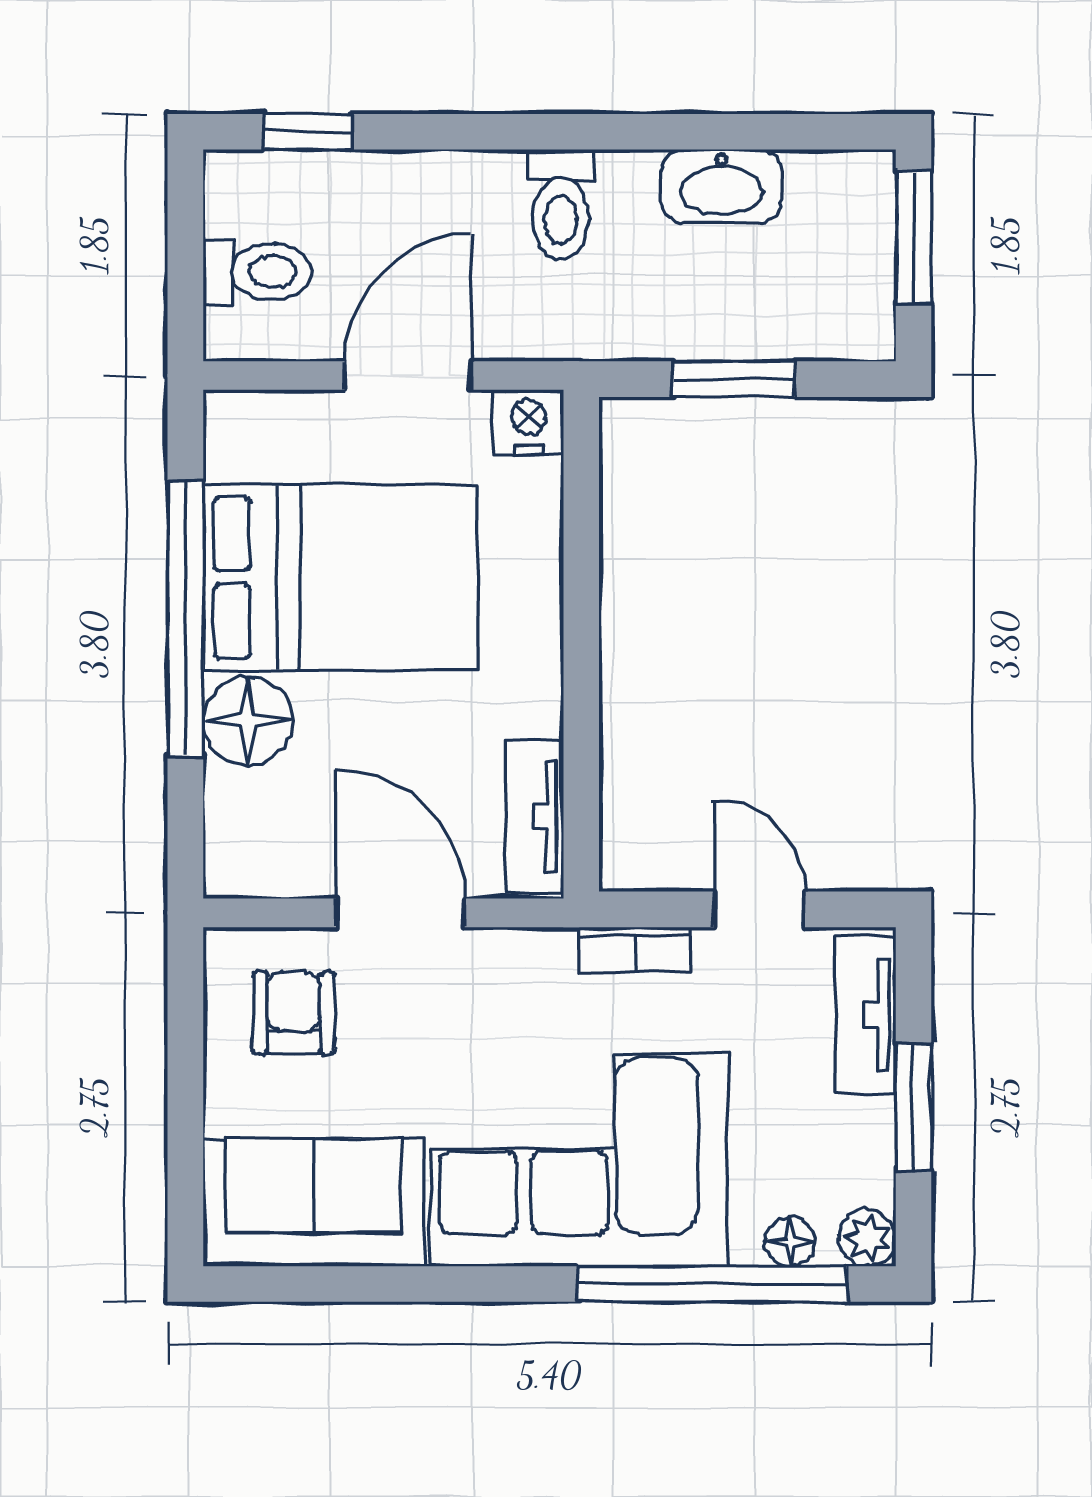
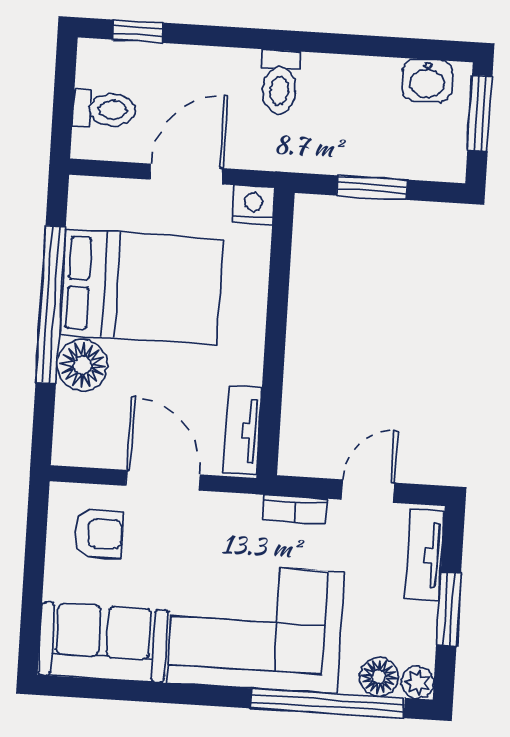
washbasin: (722, 186) -> (427, 81), moved, width x0.72
door: (759, 909) -> (368, 491), hinge flipped
armchair: (294, 1013) -> (98, 534), turned 90
floor lamp: (790, 1242) -> (379, 677), width x1.37, depth x1.37

